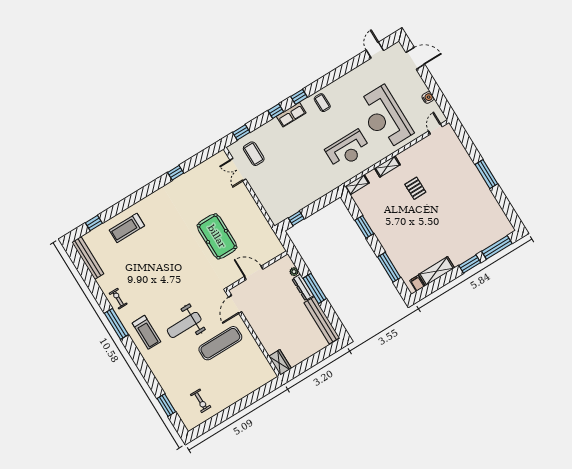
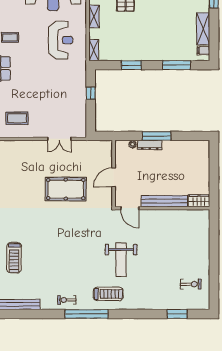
double door: (238, 170) -> (59, 139), moved
window: (296, 218) -> (91, 93), moved
bench: (322, 320) -> (164, 201), moved
window: (116, 324) -> (86, 314), width x1.46
exercise mat: (220, 343) -> (154, 240), removed

